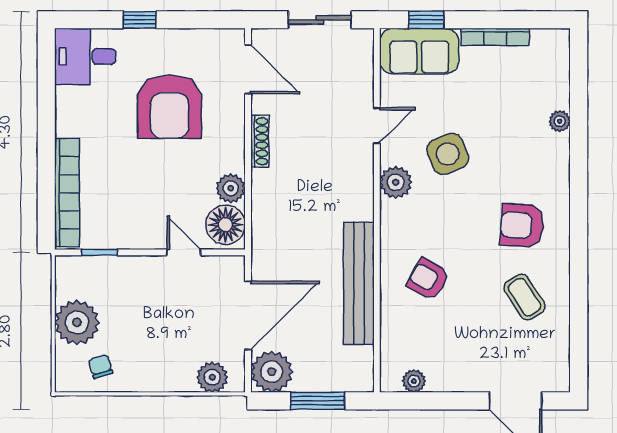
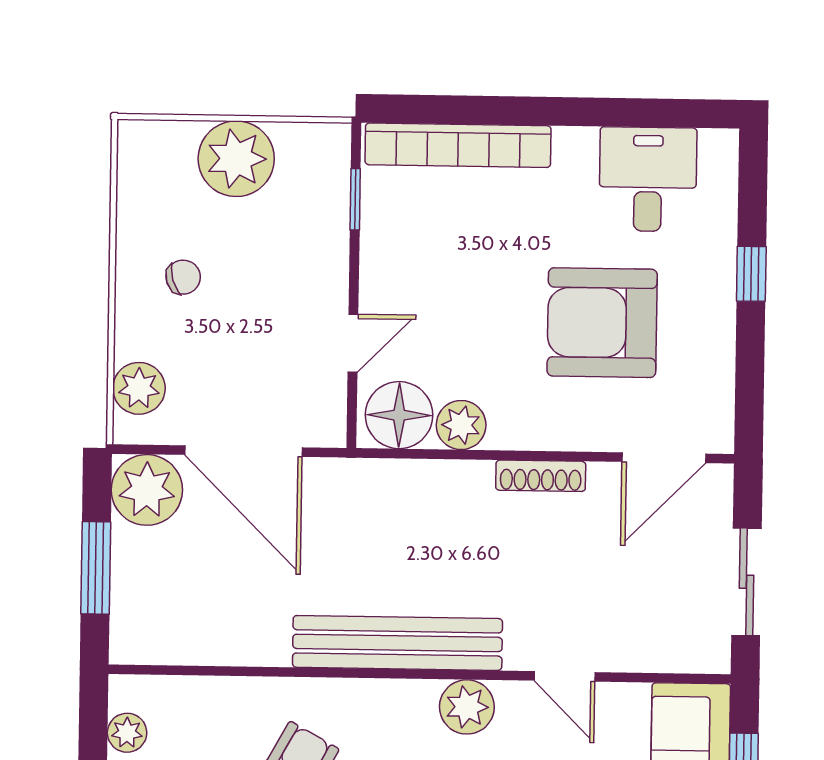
desk: (85, 56) -> (648, 179), moved
bench: (359, 283) -> (397, 643), moved
chair: (100, 367) -> (183, 277), moved

